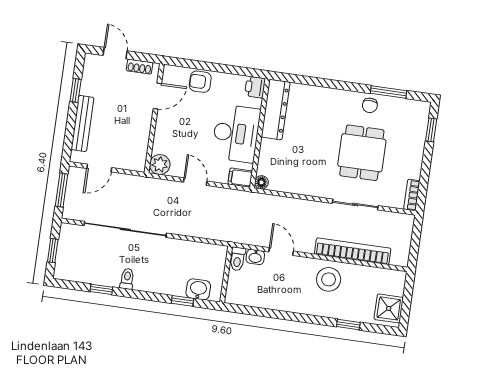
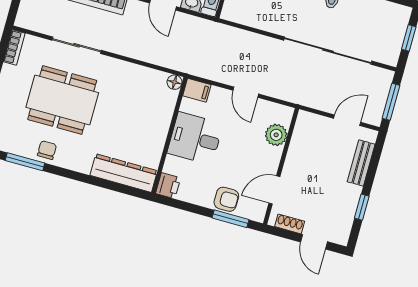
window: (194, 64) -> (230, 219), added
dresser: (276, 109) -> (124, 173), moved, turned 90
bench: (83, 123) -> (361, 163), width x0.73
desk: (236, 133) -> (195, 138), width x0.73
dining table: (362, 153) -> (62, 100), width x1.37
plant: (160, 165) -> (276, 135), moved

